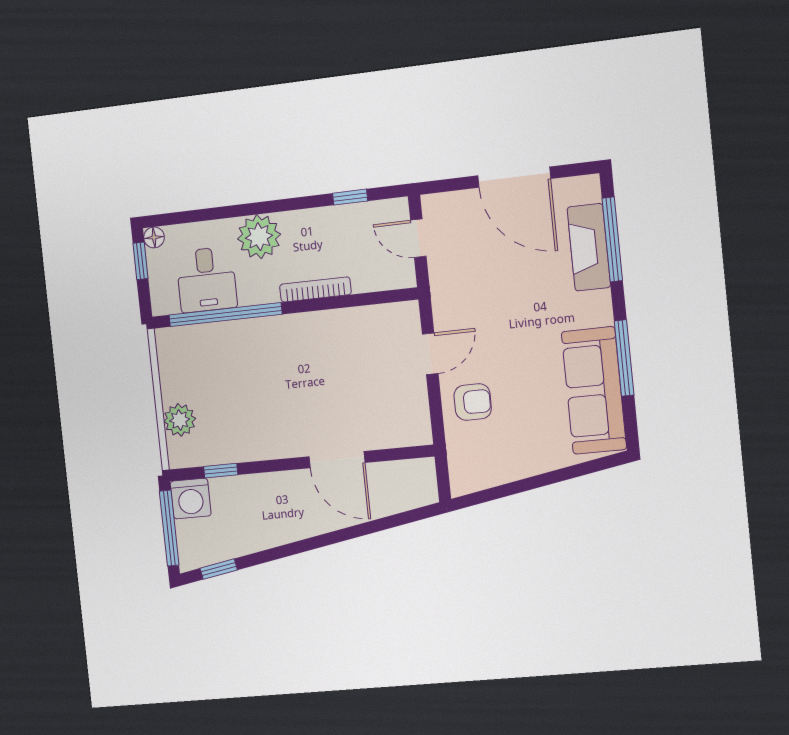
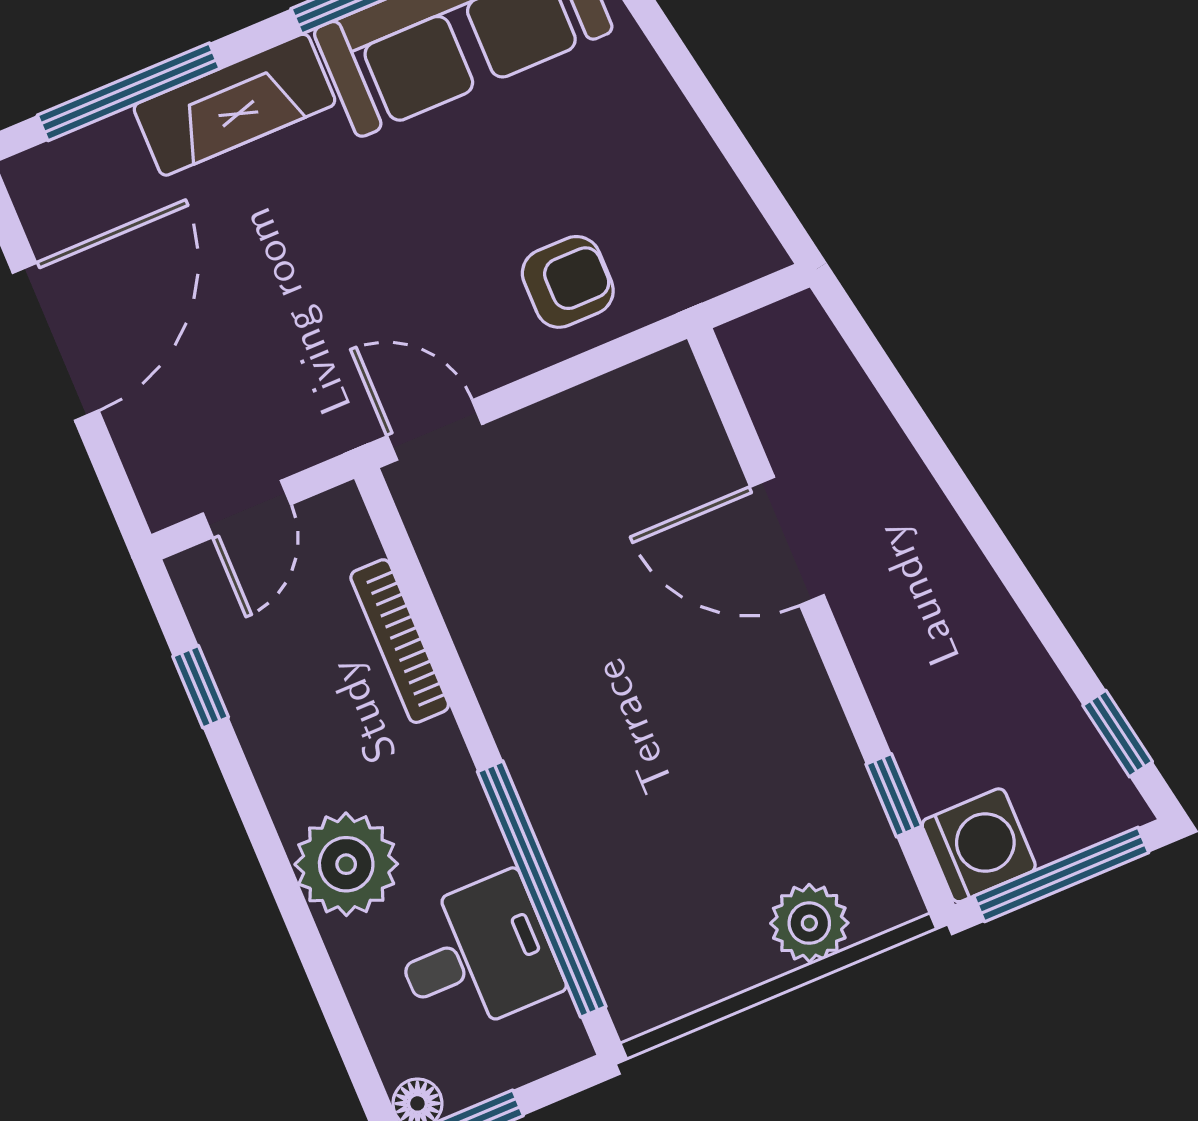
fireplace: (589, 247) -> (235, 105), moved
bookcase: (315, 289) -> (400, 641), moved
door: (430, 354) -> (435, 430), moved
armchair: (473, 402) -> (568, 282), turned 90
door: (337, 460) -> (787, 541), swing flipped

